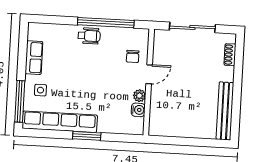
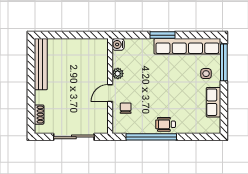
water cooler: (138, 110) -> (118, 44), moved

